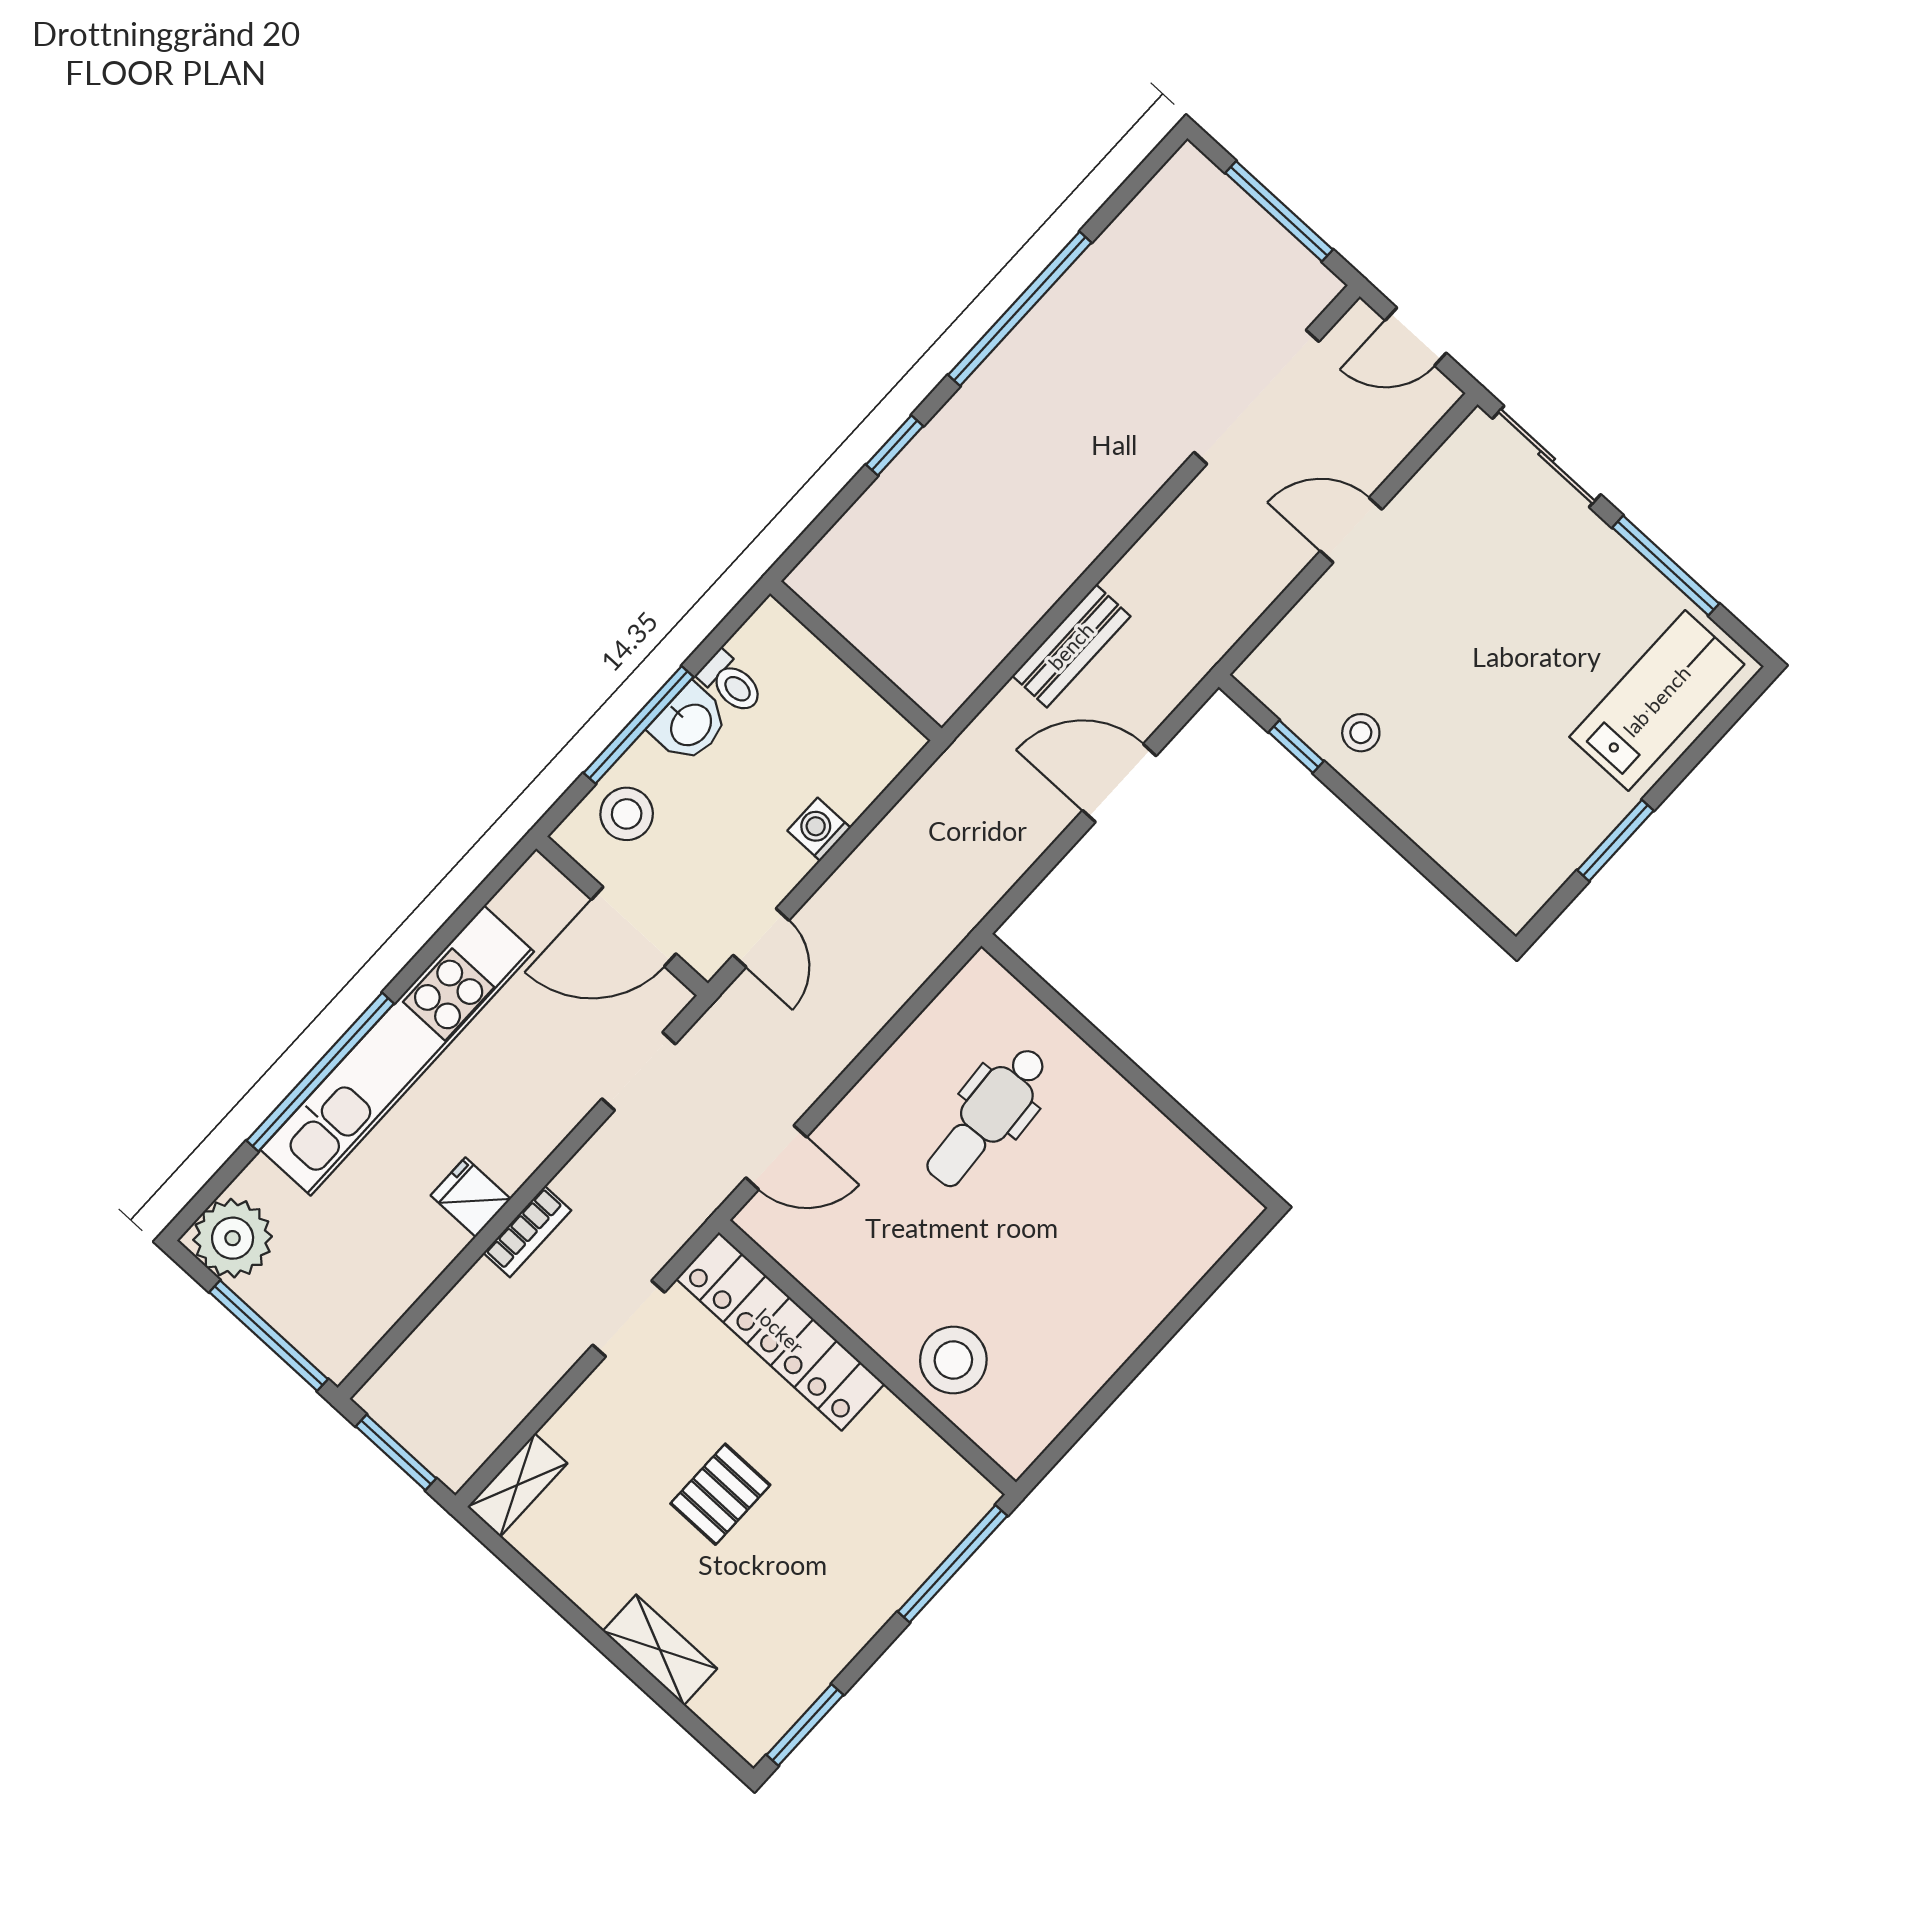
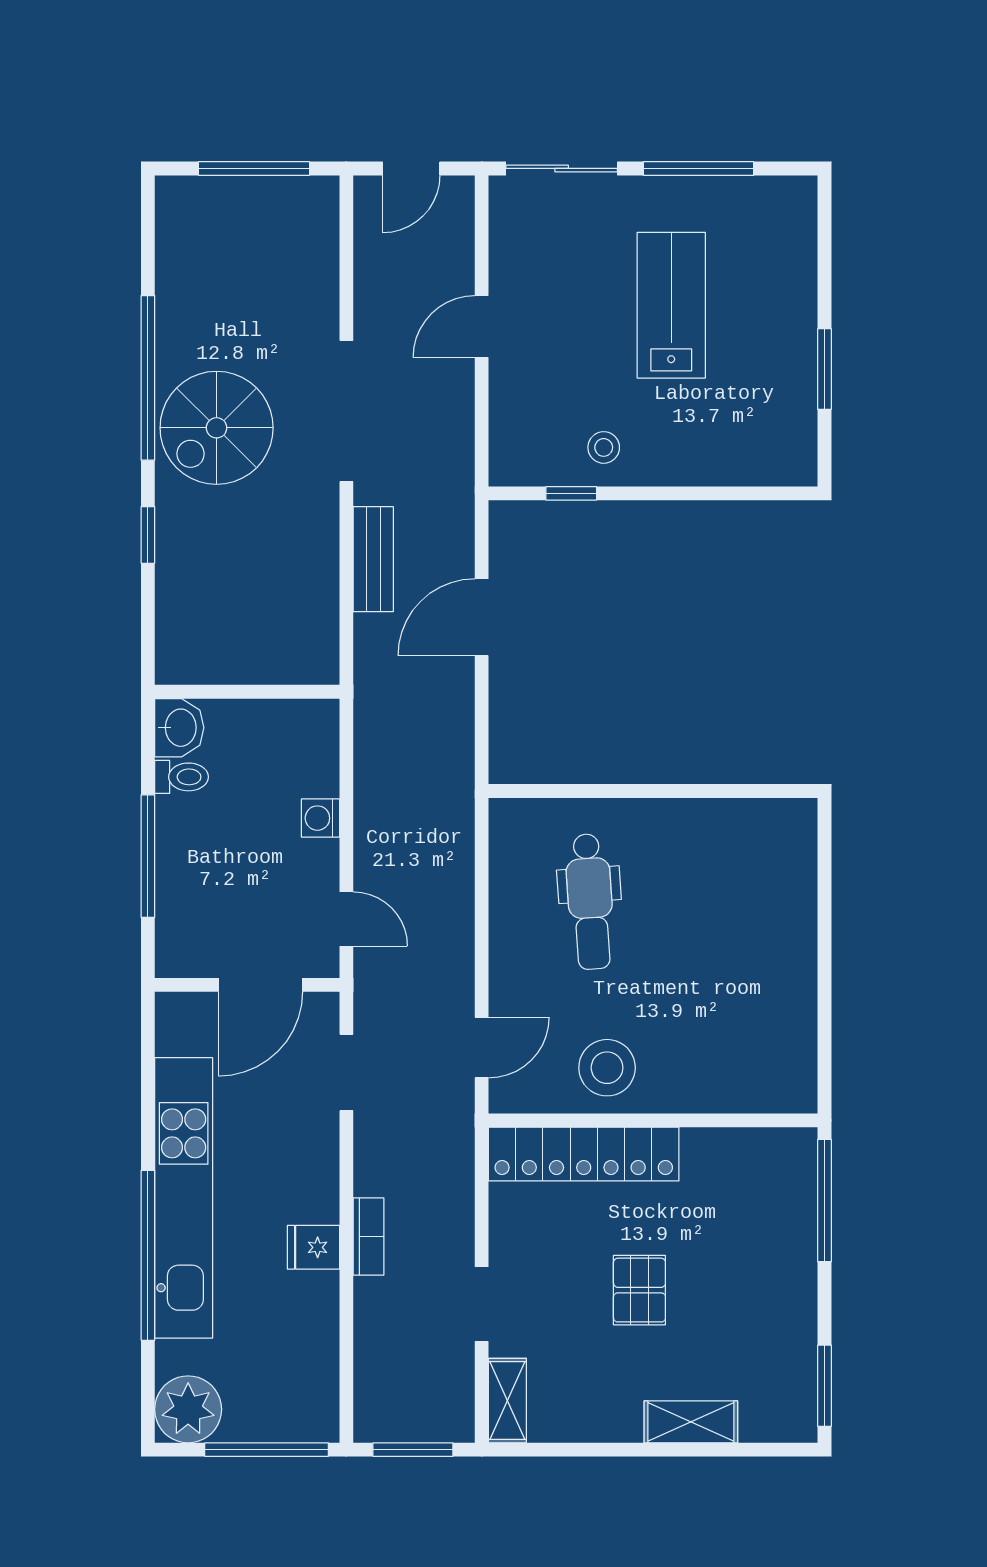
doorway: (1257, 397) -> (346, 411), moved
spiral stairs: (1040, 407) -> (217, 428), added
lab bench: (1657, 701) -> (671, 305), moved
washbasin: (690, 724) -> (179, 728), moved
stool: (627, 814) -> (191, 919), removed
doorway: (629, 1319) -> (482, 1304), moved
stool: (953, 1360) -> (607, 1068), moved

